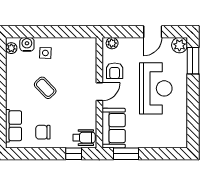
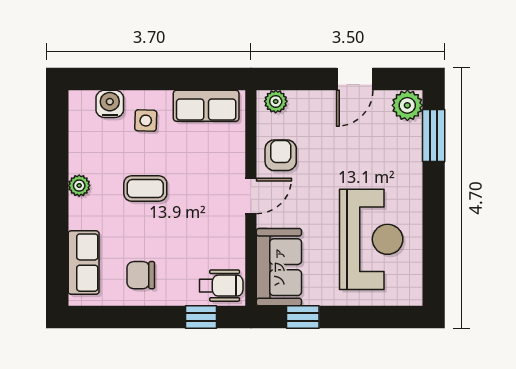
row of seats: (76, 45) -> (206, 106), added
plant: (11, 48) -> (79, 186), moved
armchair: (115, 71) -> (281, 155), turned 180
coffee table: (45, 88) -> (145, 188), turned -46
reception desk: (156, 88) -> (371, 239), moved
window: (126, 154) -> (303, 317), width x0.67

